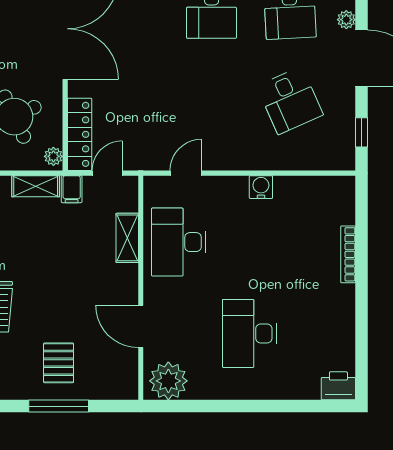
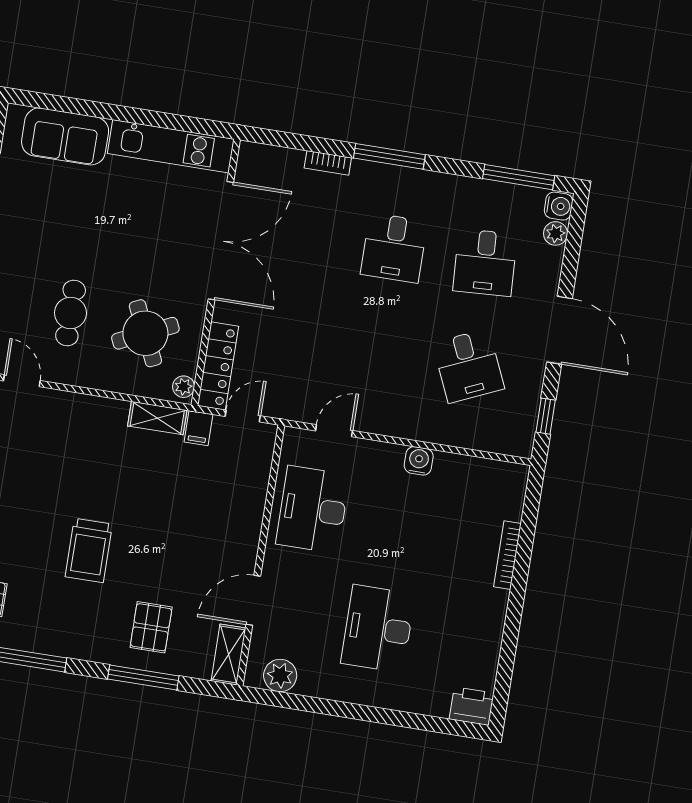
plant: (346, 20) -> (549, 282), removed
shelving: (127, 238) -> (228, 655), moved
door: (141, 326) -> (253, 600), hinge flipped
plant: (168, 381) -> (280, 676), width x0.73, depth x0.73

